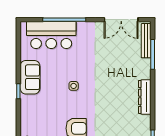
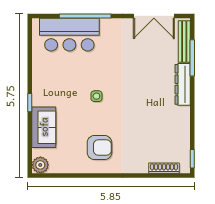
sofa: (30, 77) -> (44, 127), moved
dresser: (145, 97) -> (183, 84), moved

